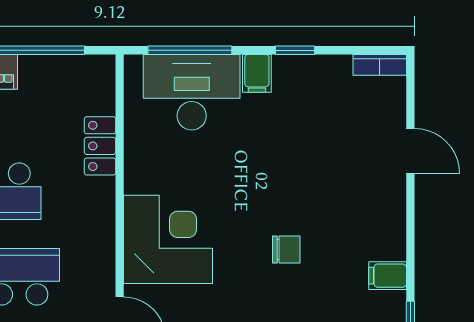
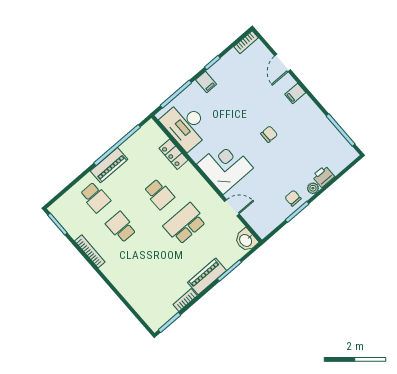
desk: (192, 92) -> (186, 125), moved, turned -90
door: (410, 151) -> (282, 63), swing flipped
filing cabinet: (388, 276) -> (295, 93), moved

